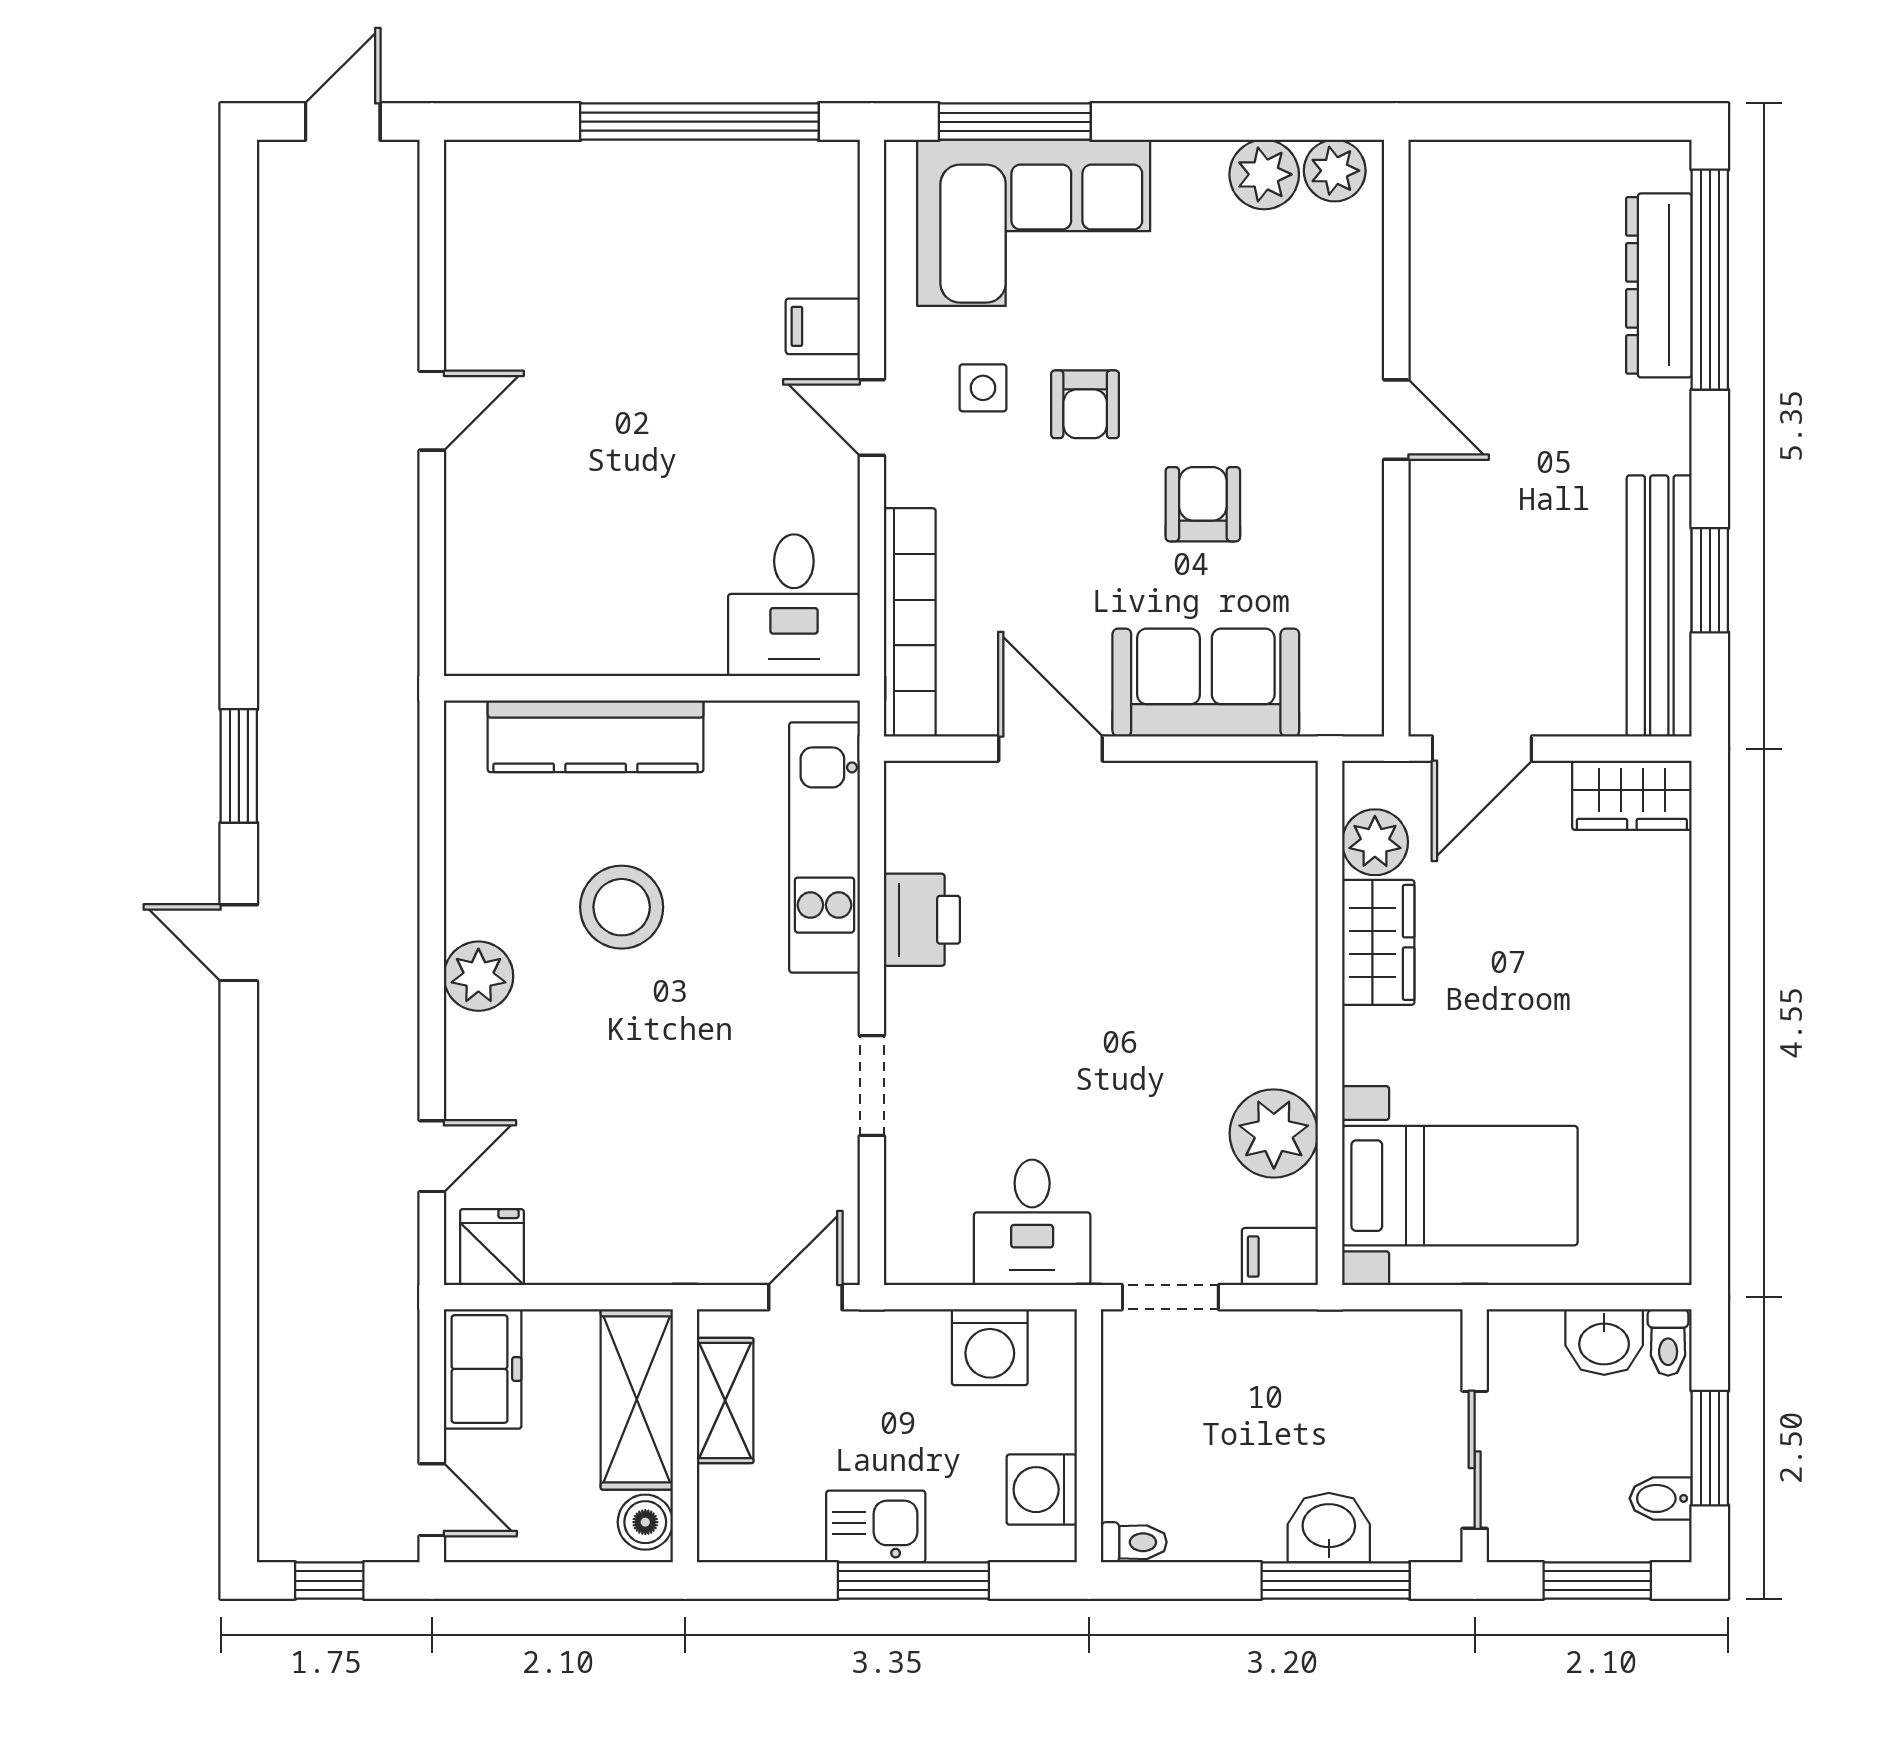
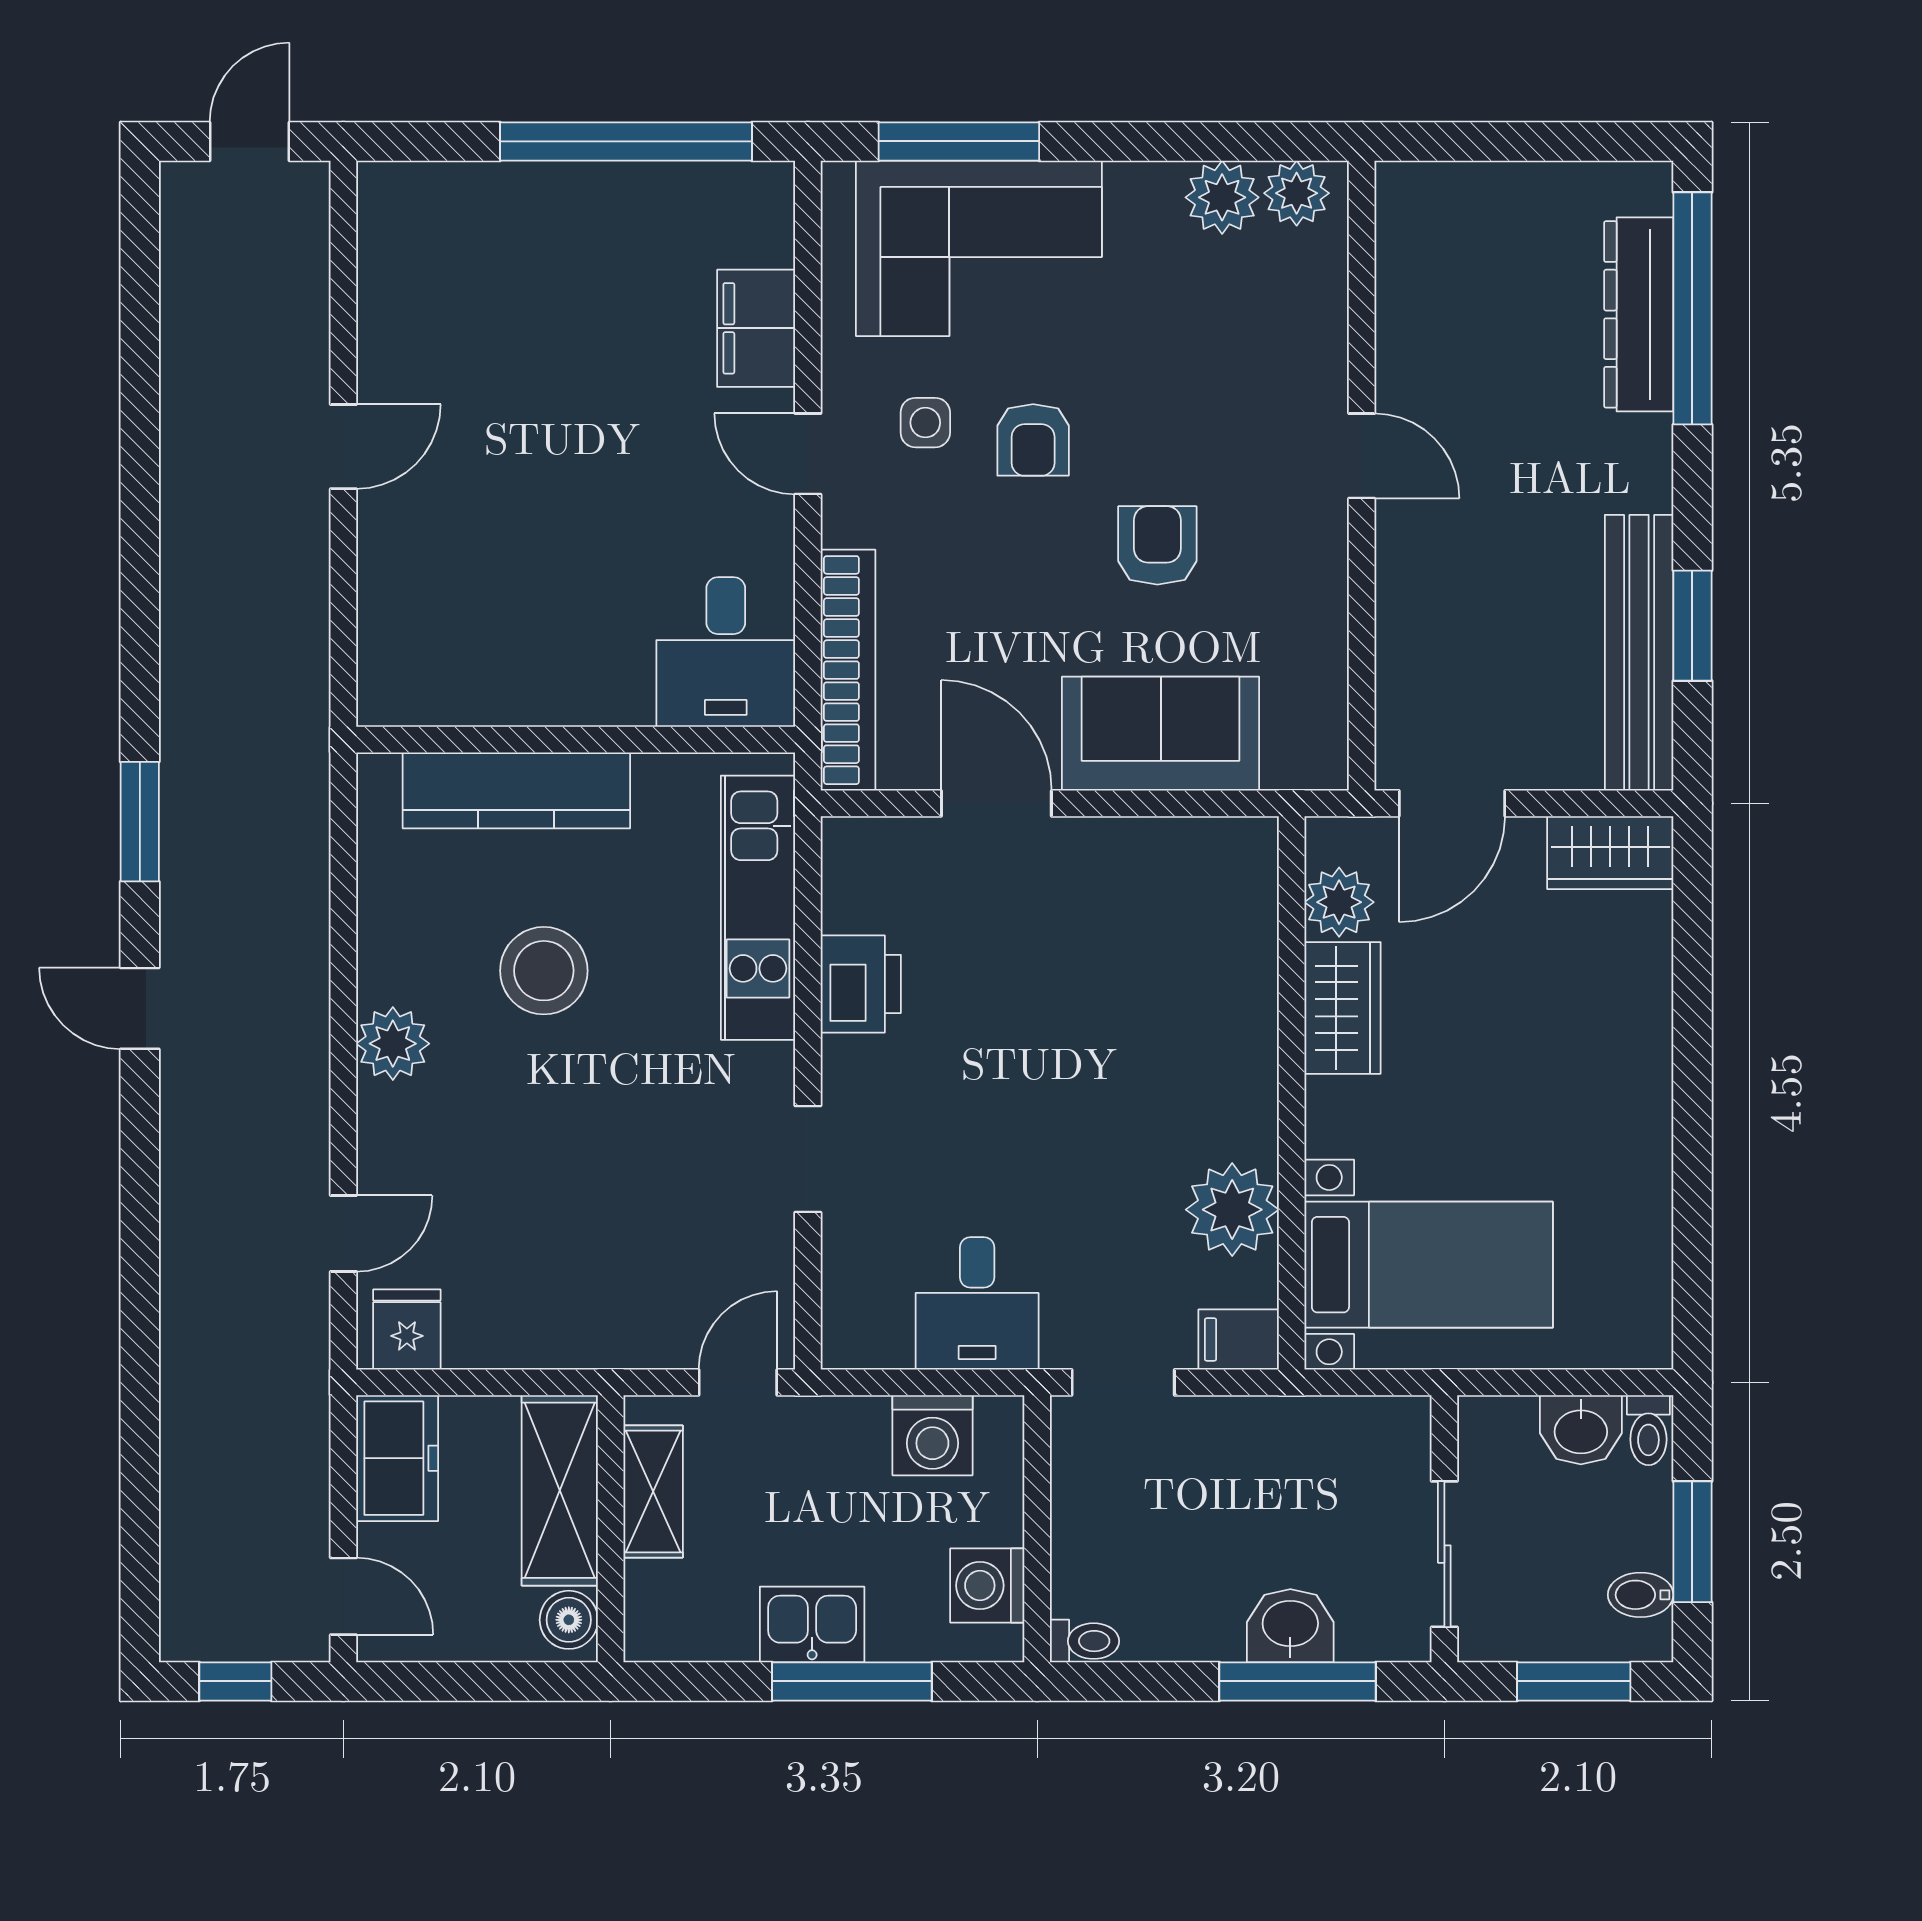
filing cabinet: (823, 326) -> (756, 328), width x2.00

